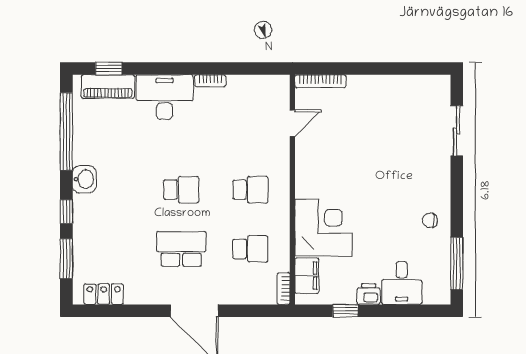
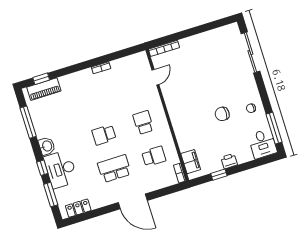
desk: (165, 97) -> (61, 169), moved, turned -90
sliding door: (457, 131) -> (250, 52), width x1.37
window: (66, 132) -> (28, 122), width x0.68
school desk: (181, 190) -> (104, 135), turned 180
school desk: (250, 190) -> (143, 123), turned -90
chair: (381, 215) -> (222, 114), added
corner desk: (324, 227) -> (192, 131), removed
desk: (402, 283) -> (263, 144), moved

